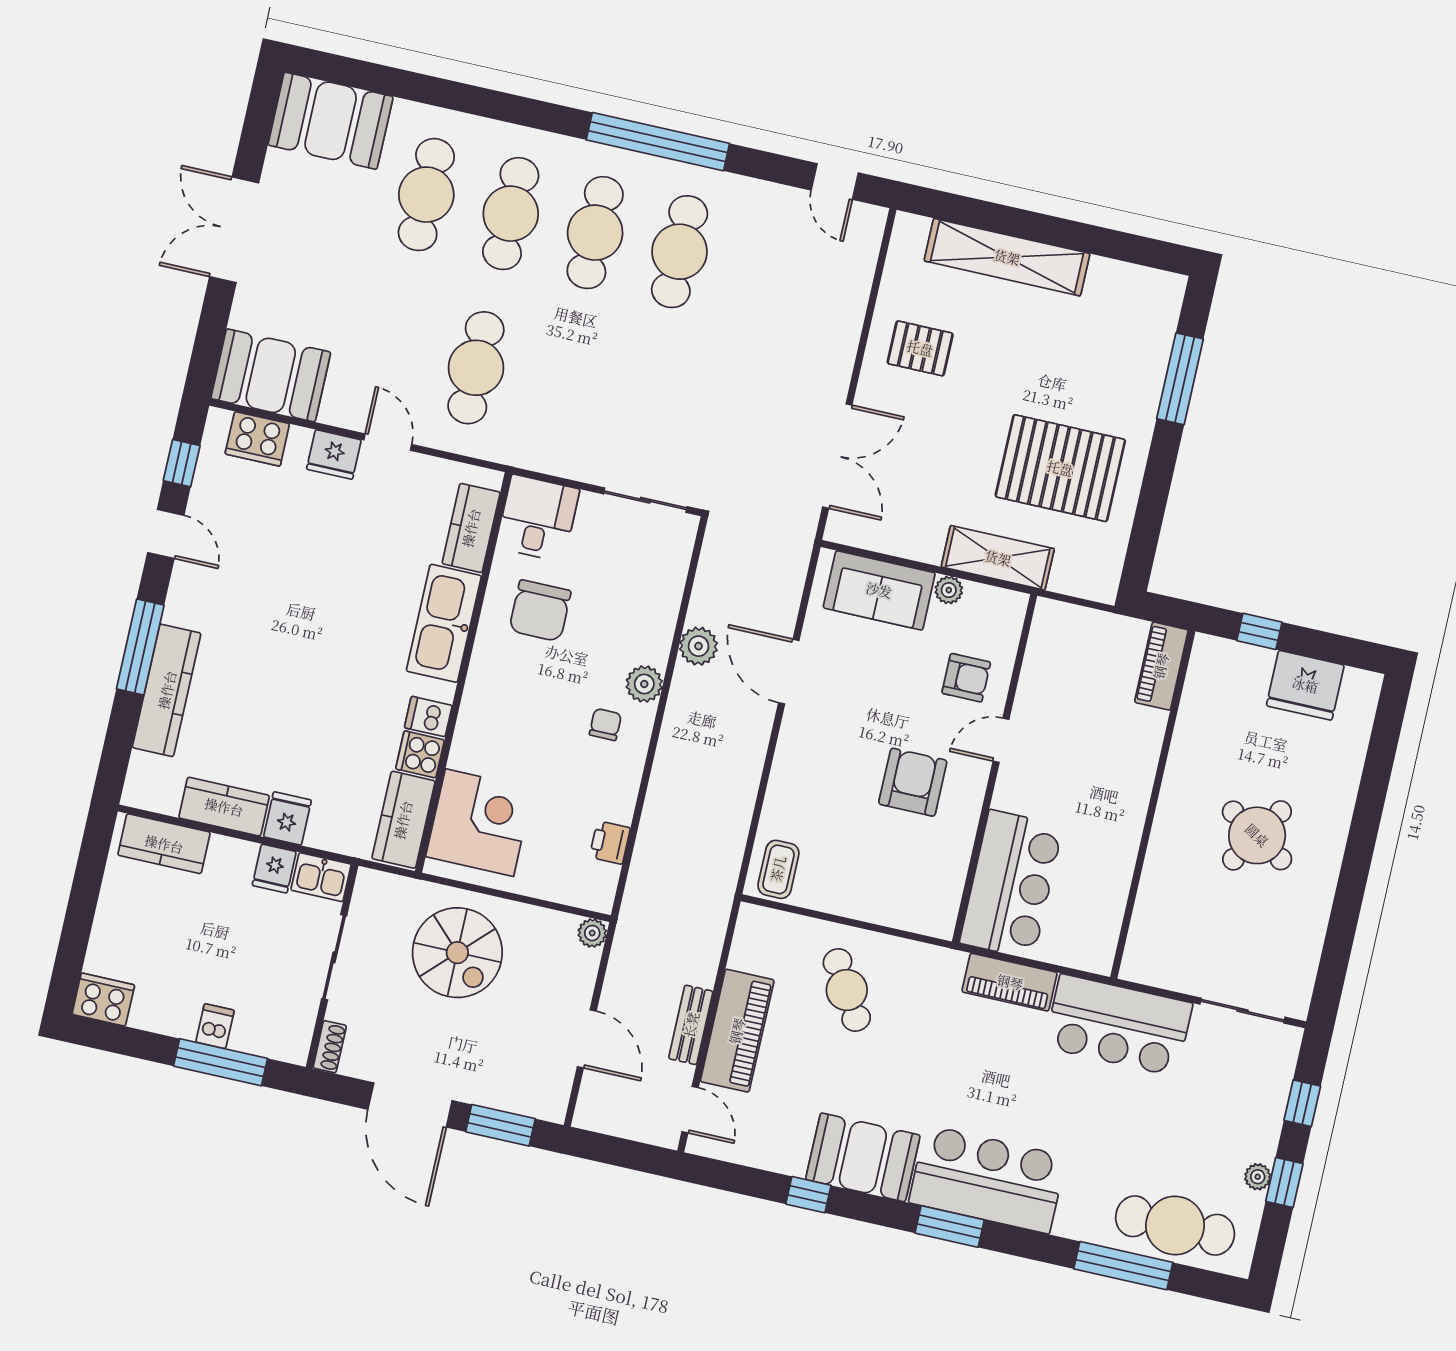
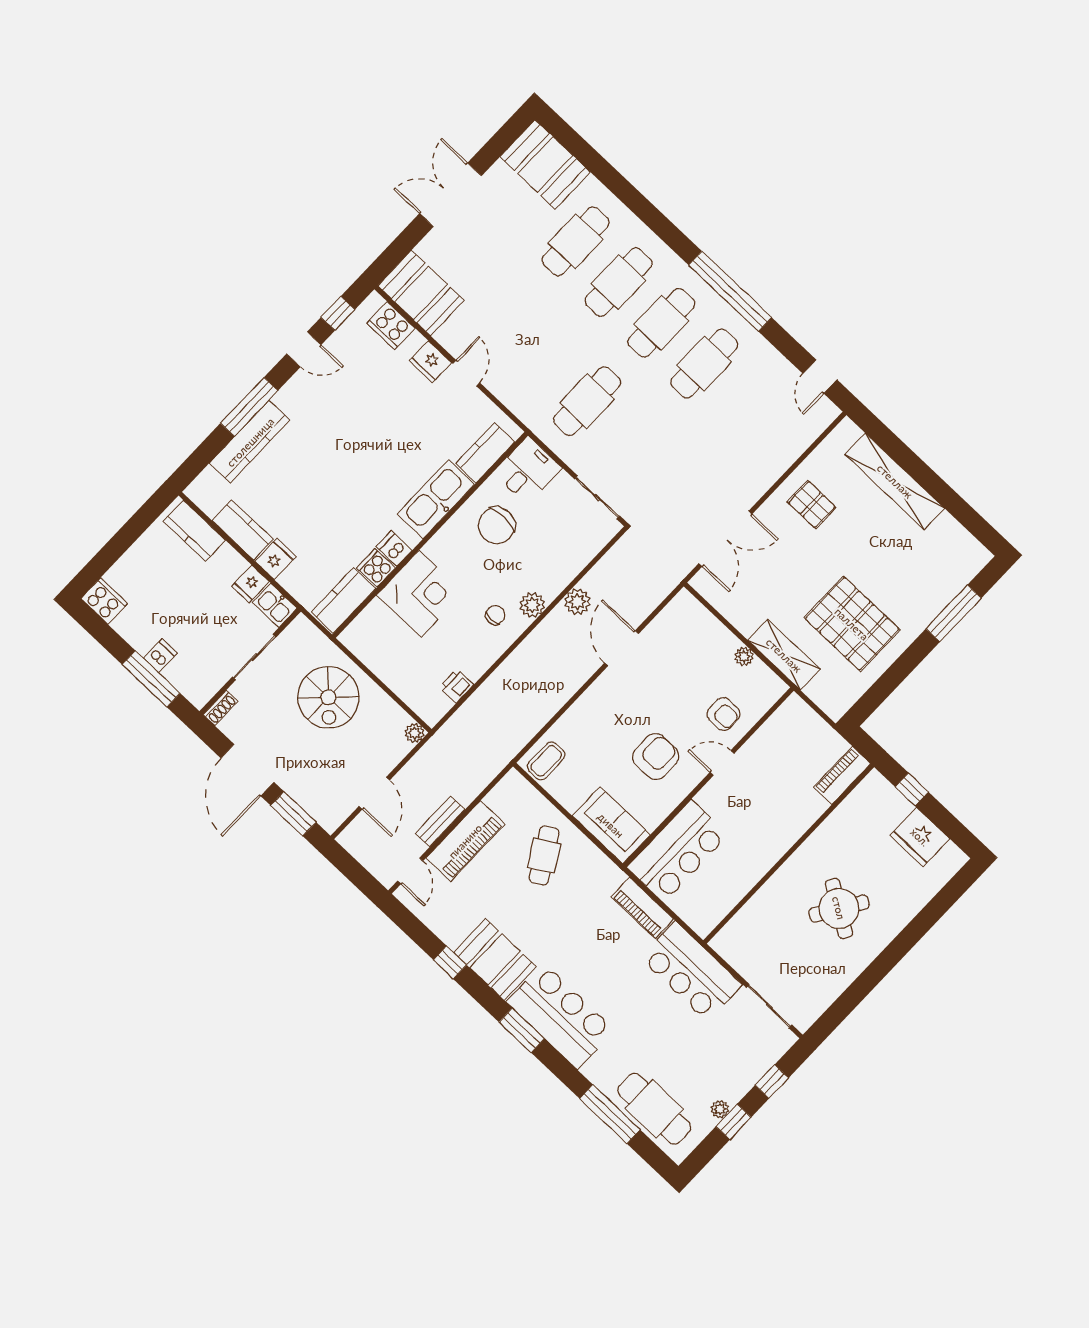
cafe table: (476, 368) -> (587, 401), moved
door: (166, 534) -> (304, 349), hinge flipped
sofa: (879, 590) -> (611, 825), moved, turned 180
corner desk: (479, 823) -> (420, 594), moved

